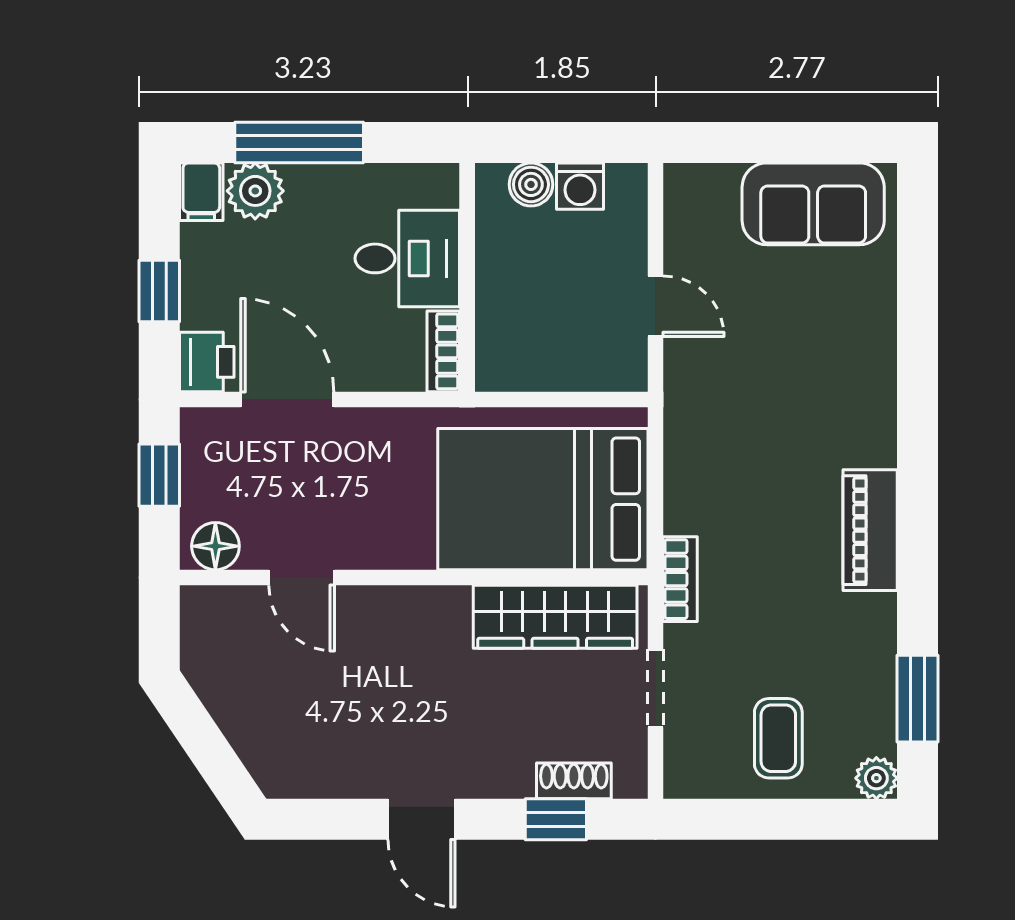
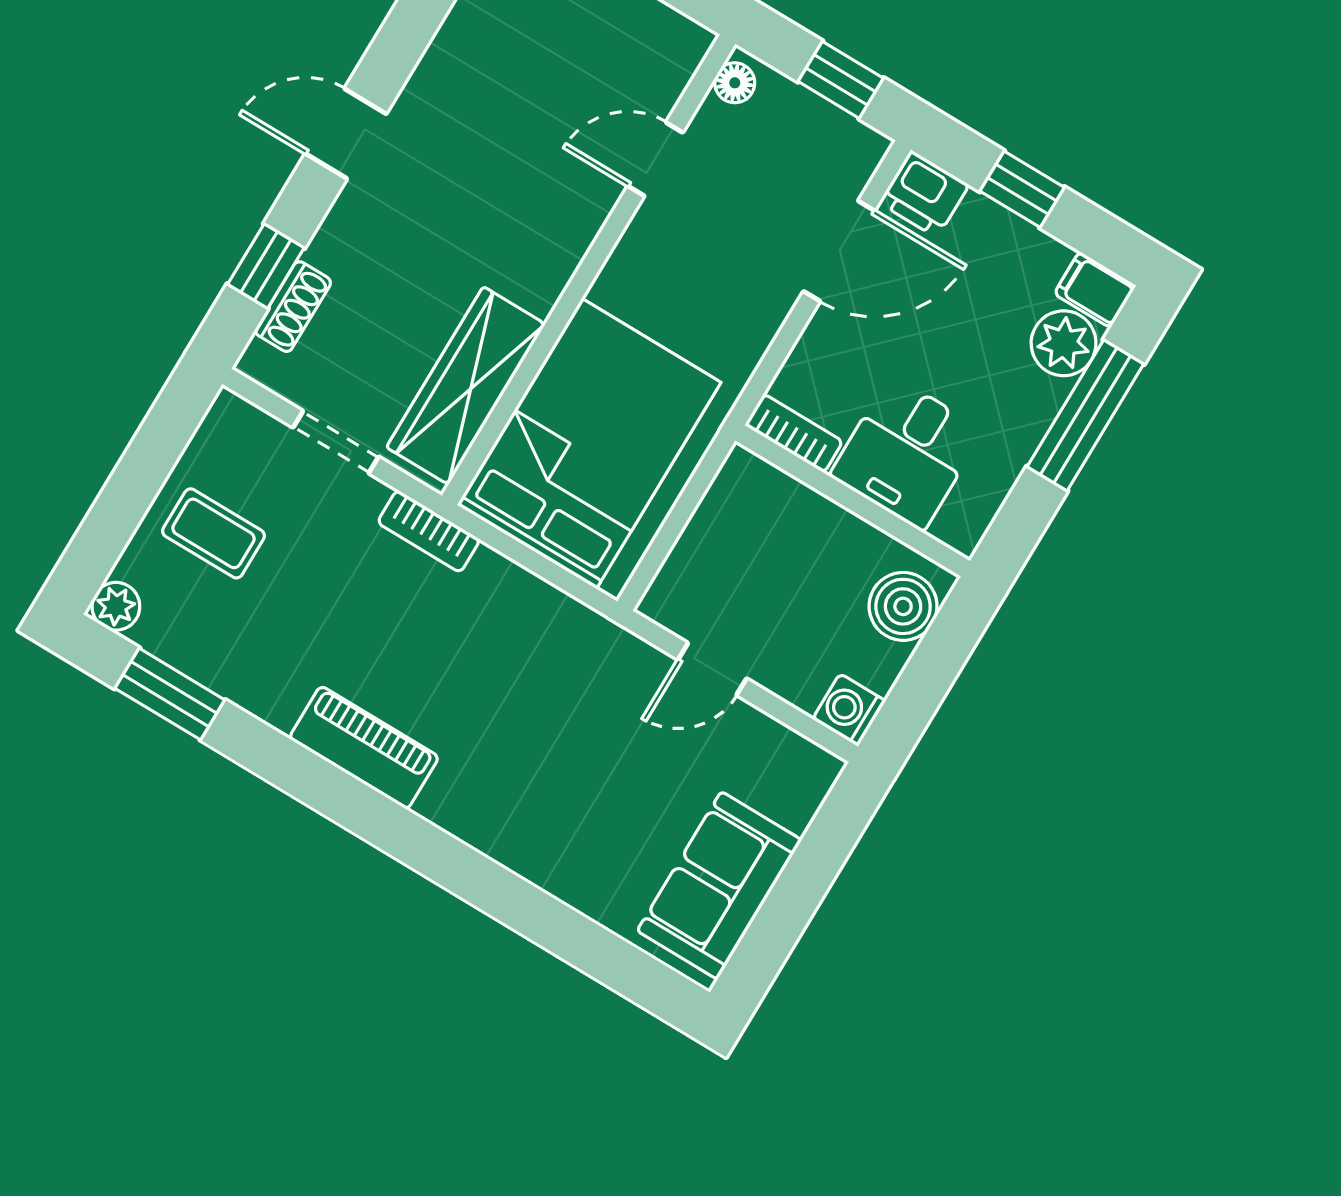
boiler: (531, 184) -> (903, 606), width x1.36, depth x1.36
washing machine: (580, 186) -> (849, 710), moved
floor lamp: (215, 546) -> (735, 83), width x0.73, depth x0.73

